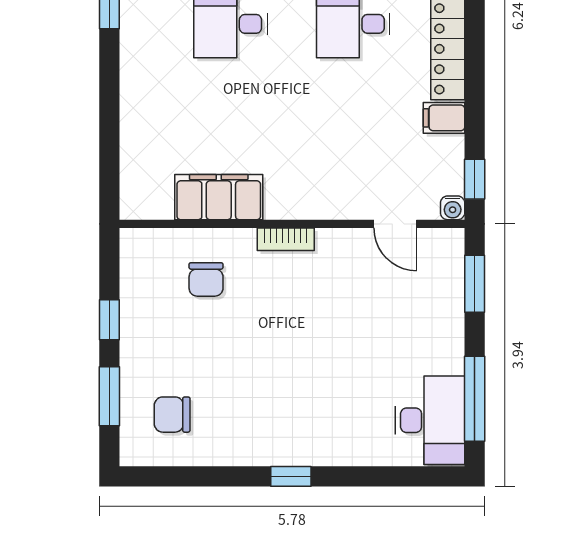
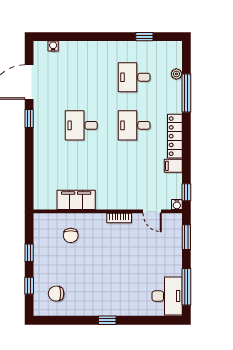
bookcase: (286, 239) -> (119, 218), moved
window: (109, 396) -> (29, 286), width x0.67

